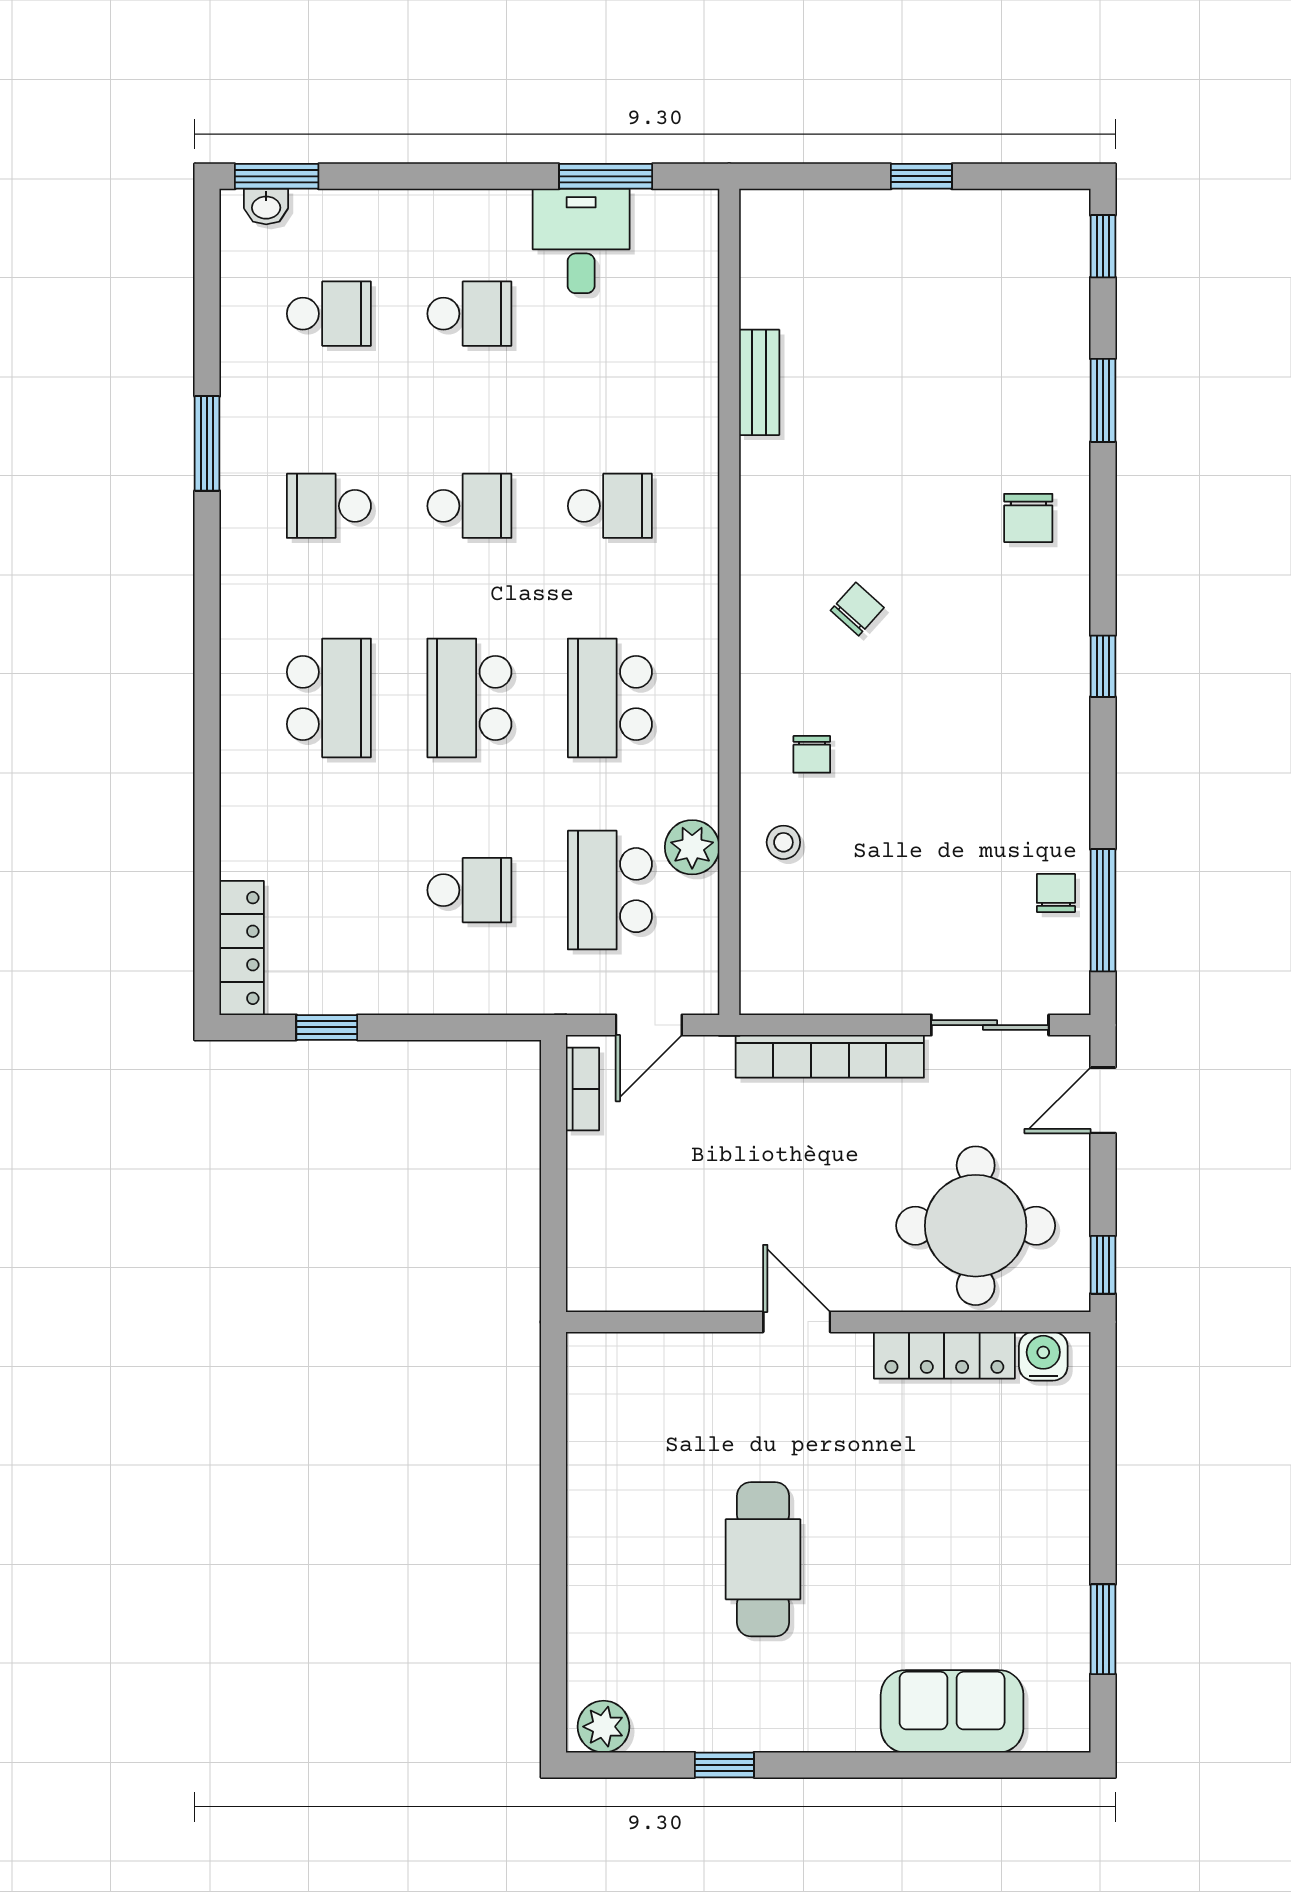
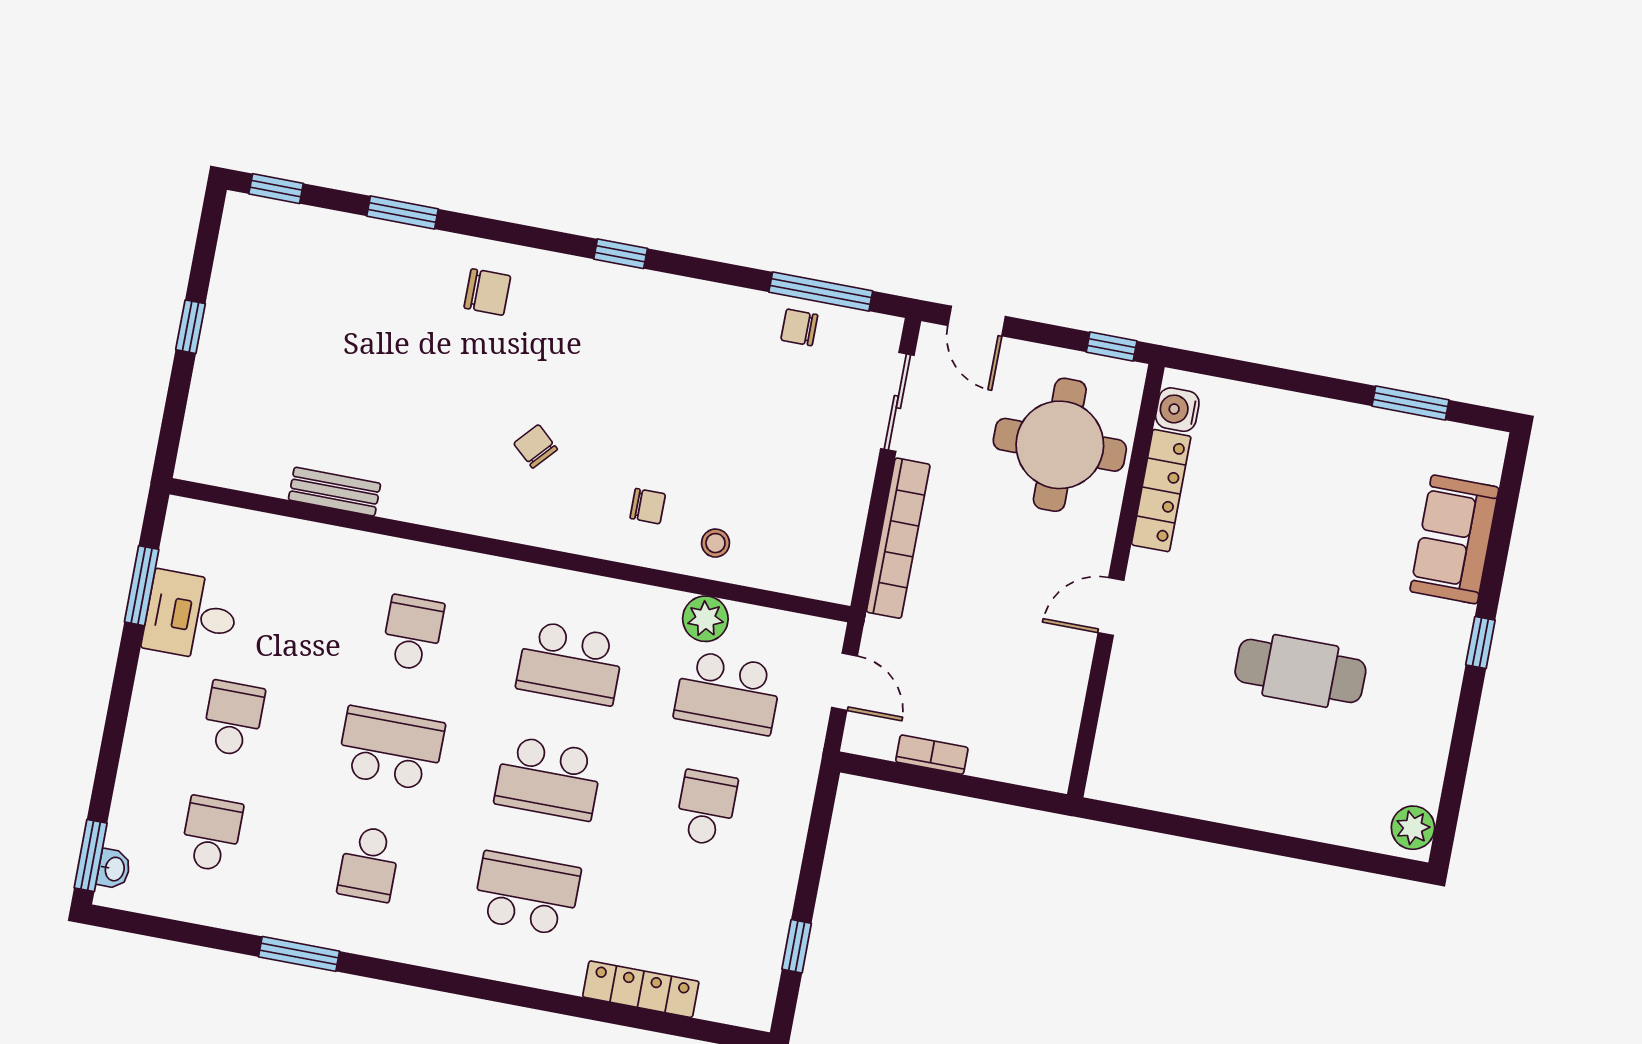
school desk: (469, 506) -> (391, 748), width x1.85
locker: (242, 948) -> (641, 989), moved
bookcase: (582, 1089) -> (932, 755), moved
window: (724, 1765) -> (1480, 643), moved

